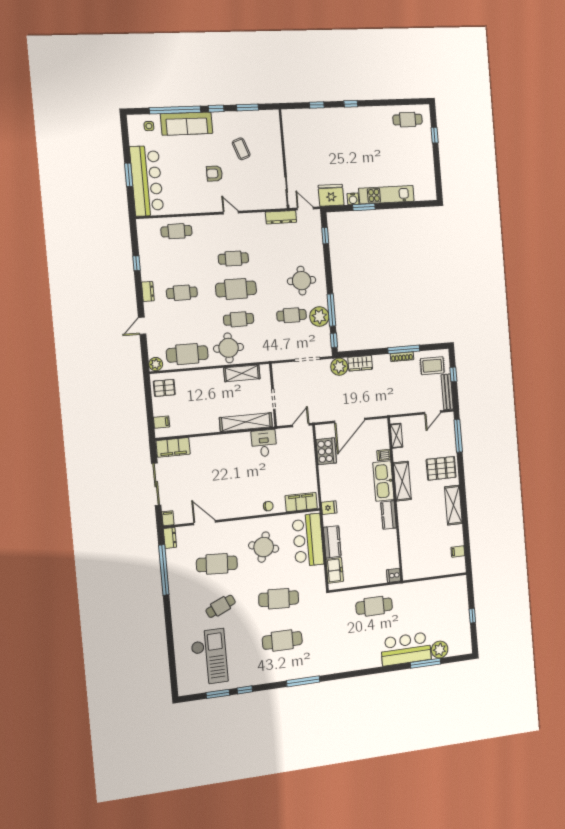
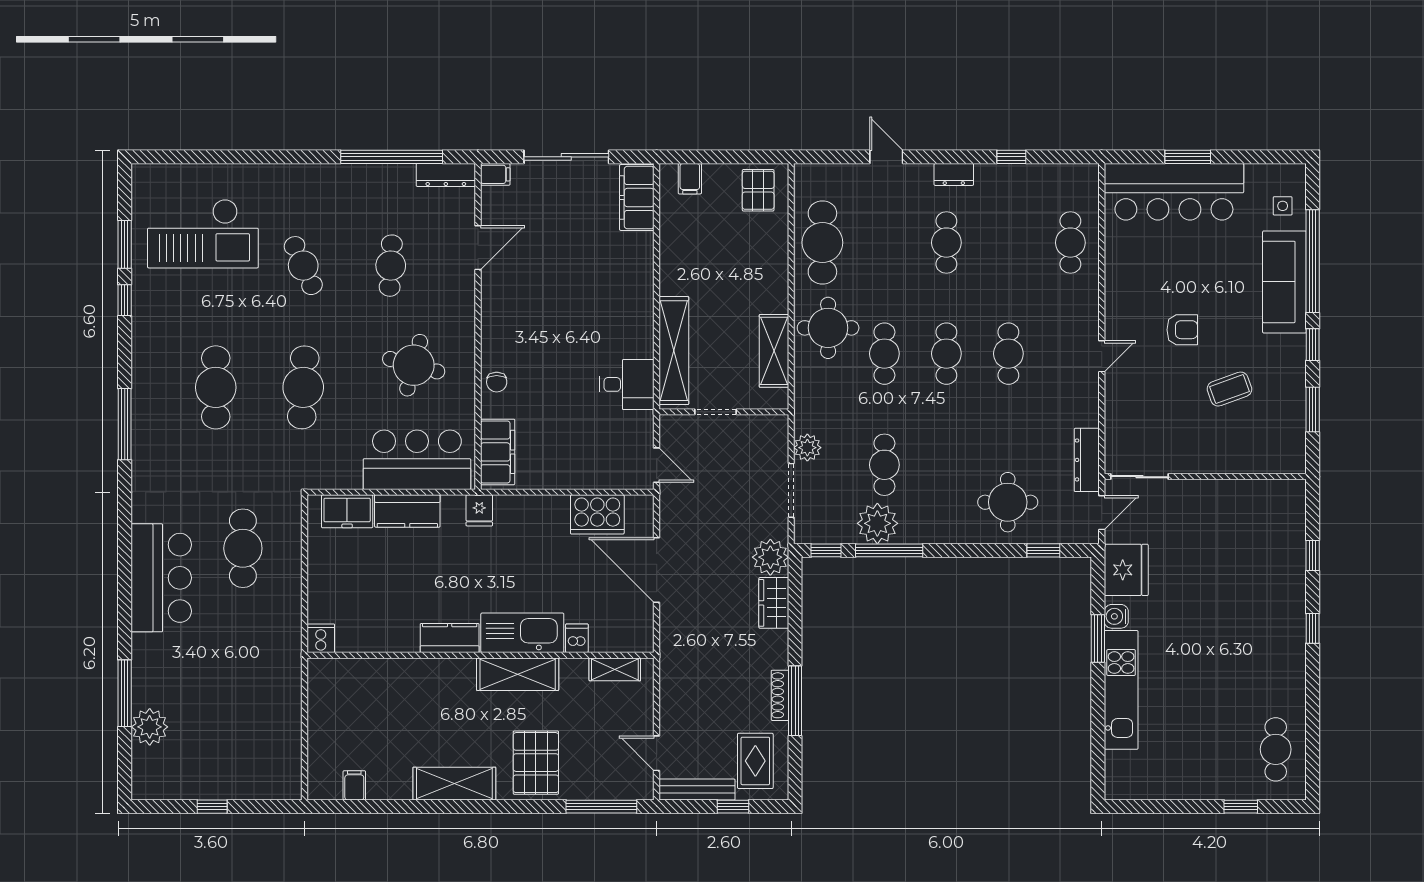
armchair: (214, 173) -> (1182, 330), turned 90
round table: (302, 281) -> (1008, 502), moved
cafe table: (236, 289) -> (946, 354), width x0.73, depth x0.74
plant: (156, 364) -> (807, 448), moved
dresser: (170, 538) -> (446, 175), width x1.44
cafe table: (217, 564) -> (391, 266), width x0.73, depth x0.74
cafe table: (374, 606) -> (243, 548), moved
bar counter: (406, 649) -> (161, 578), moved

